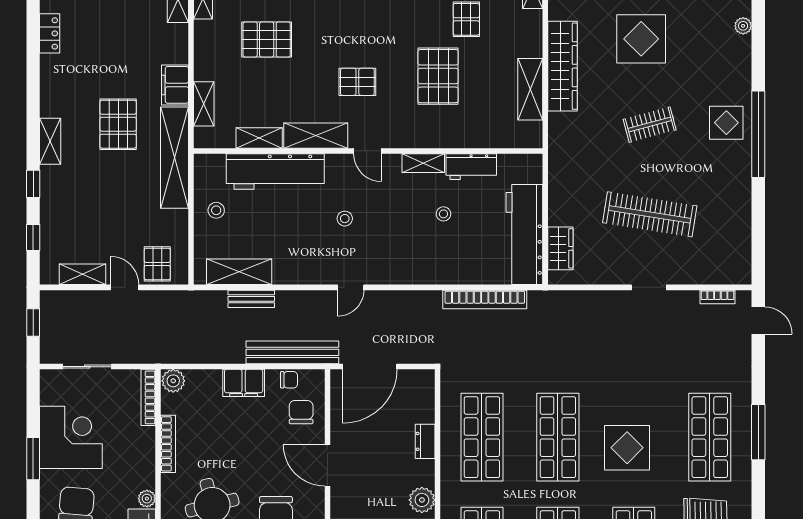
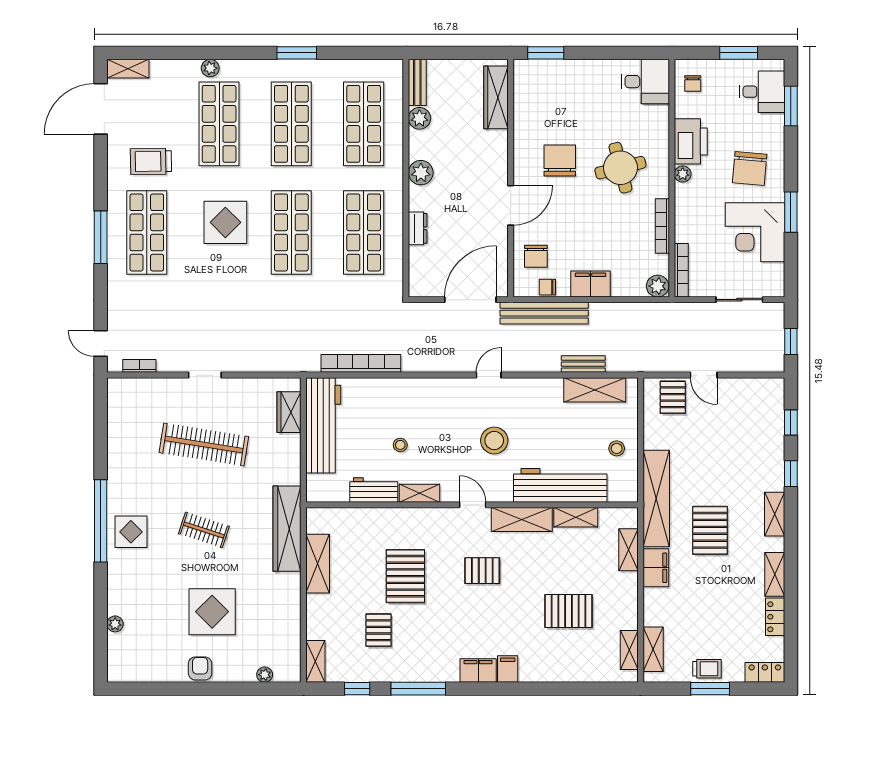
wardrobe: (562, 66) -> (287, 529), moved
clothes rail: (650, 125) -> (204, 530), turned 33
stool: (345, 219) -> (494, 441), width x1.89, depth x1.89
shelving: (82, 274) -> (775, 574), moved, turned 90
door: (327, 466) -> (511, 205), hinge flipped

